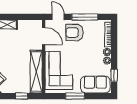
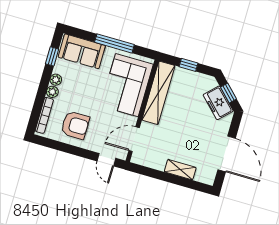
window: (85, 17) -> (69, 149), removed
armchair: (74, 33) -> (75, 125), moved
door: (44, 36) -> (134, 139), hinge flipped
window: (75, 96) -> (114, 43), width x1.44

